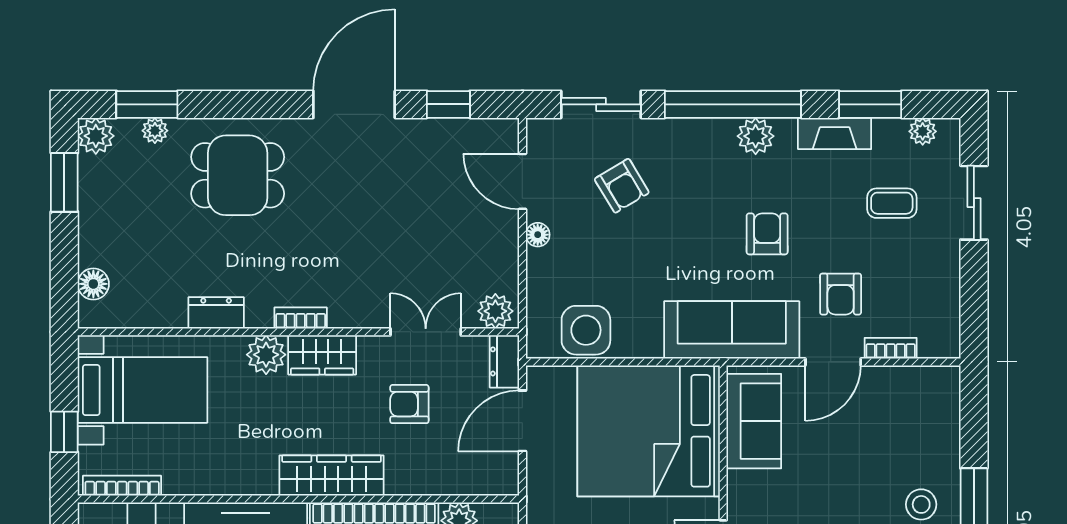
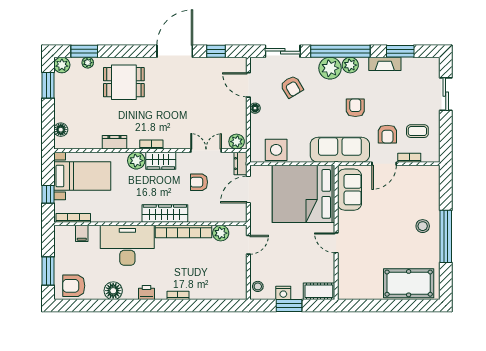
plant: (923, 131) -> (330, 68), moved, width x1.87, depth x1.87
coffee table: (892, 203) -> (417, 131), moved

